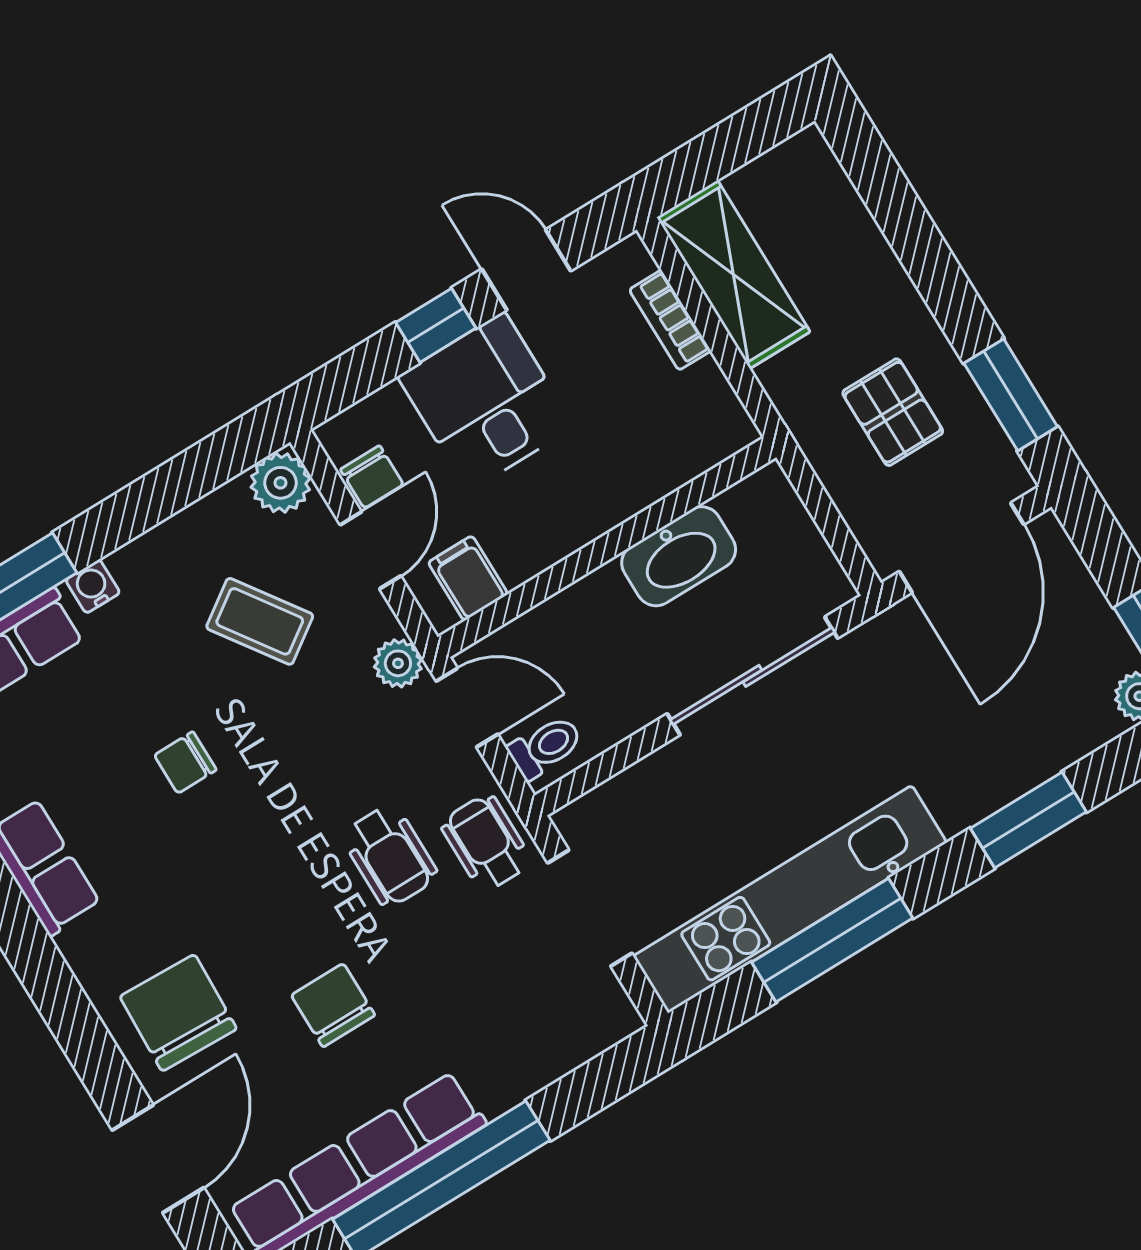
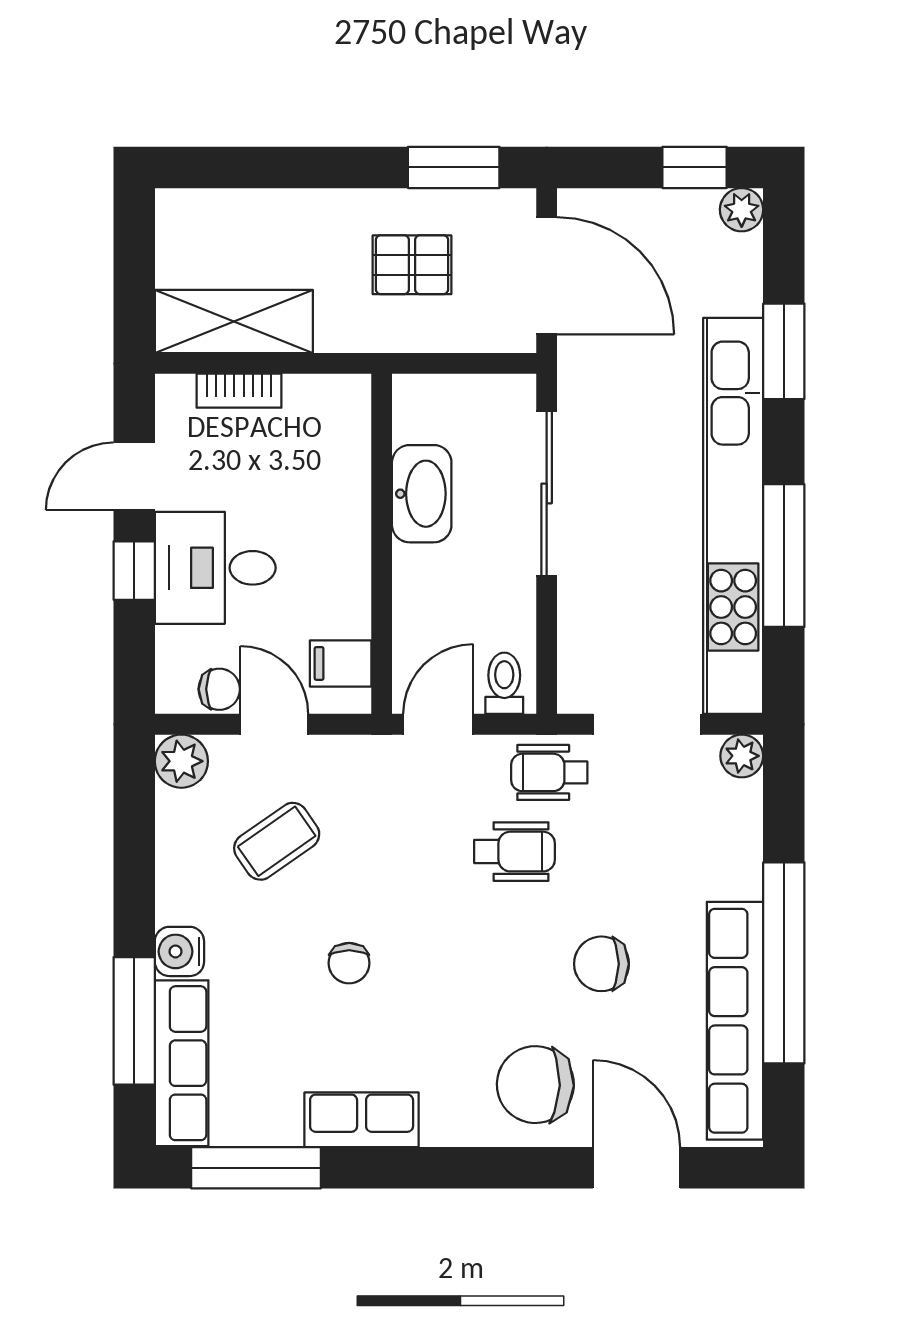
water cooler: (93, 586) -> (179, 951), width x1.38, depth x1.38
plant: (398, 663) -> (742, 756), moved
kitchen unit: (790, 899) -> (733, 516), width x1.36

